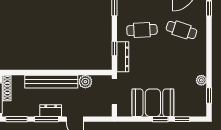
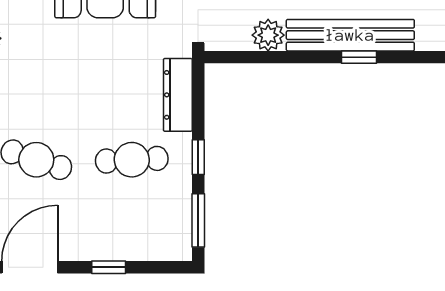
window: (114, 49) -> (198, 157), moved
window: (48, 73) -> (359, 57), added

